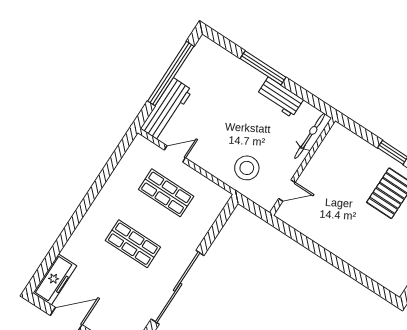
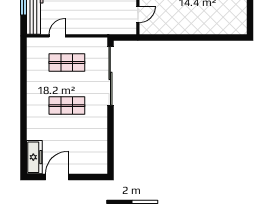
stool: (247, 168) -> (105, 16), removed
sliding door: (178, 287) -> (110, 76), moved

